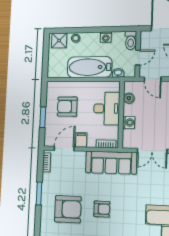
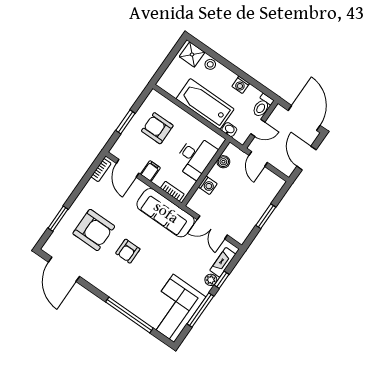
door: (64, 149) -> (128, 168), swing flipped
window: (39, 193) -> (58, 219), moved
armchair: (102, 209) -> (128, 251), turned 90

